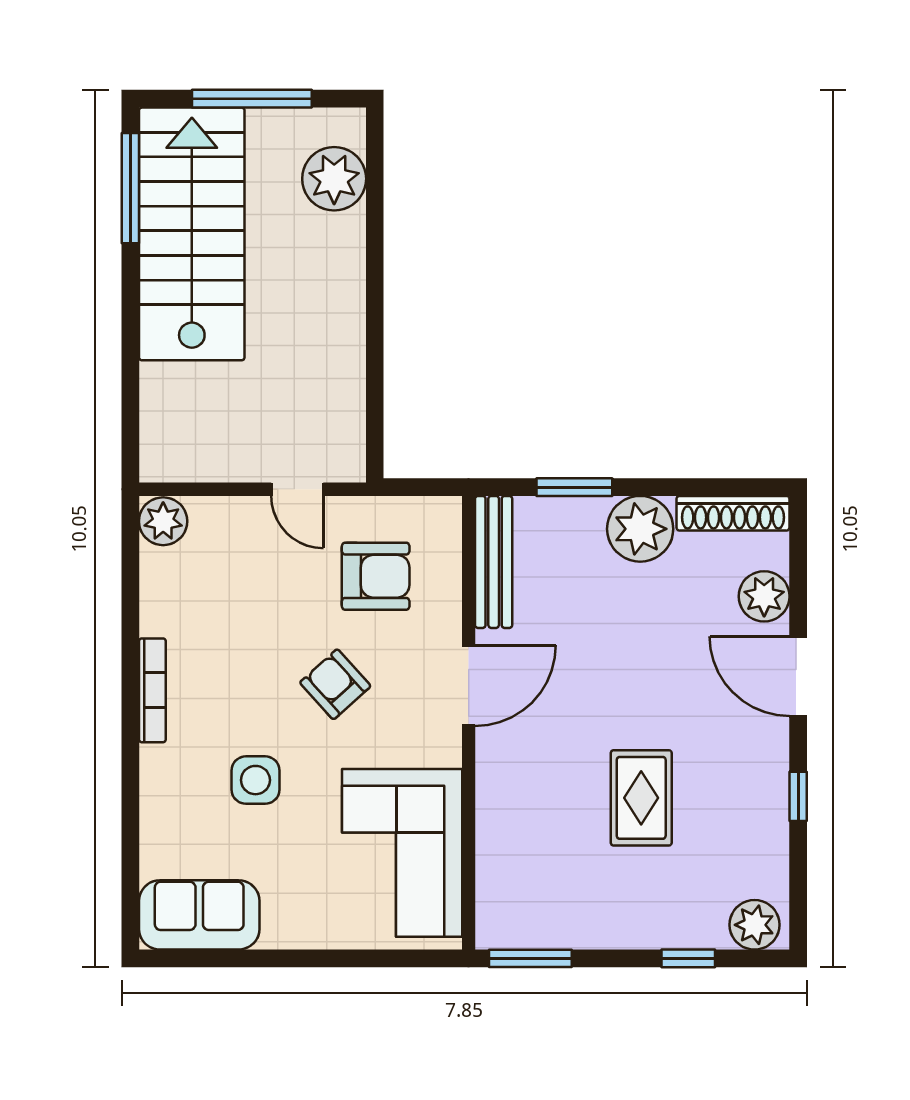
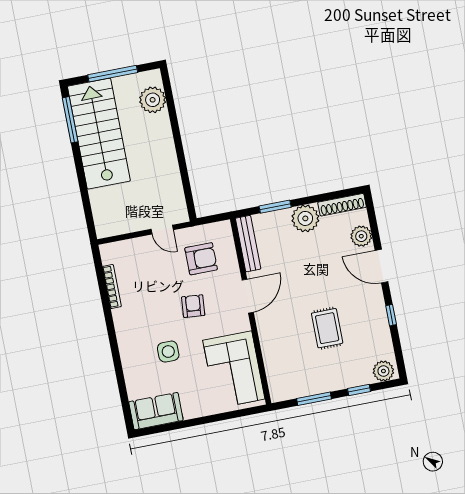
plant: (163, 521) -> (110, 253), removed
armchair: (335, 684) -> (193, 306), turned 47
bookcase: (152, 690) -> (112, 287), moved
window: (530, 958) -> (314, 399), moved

